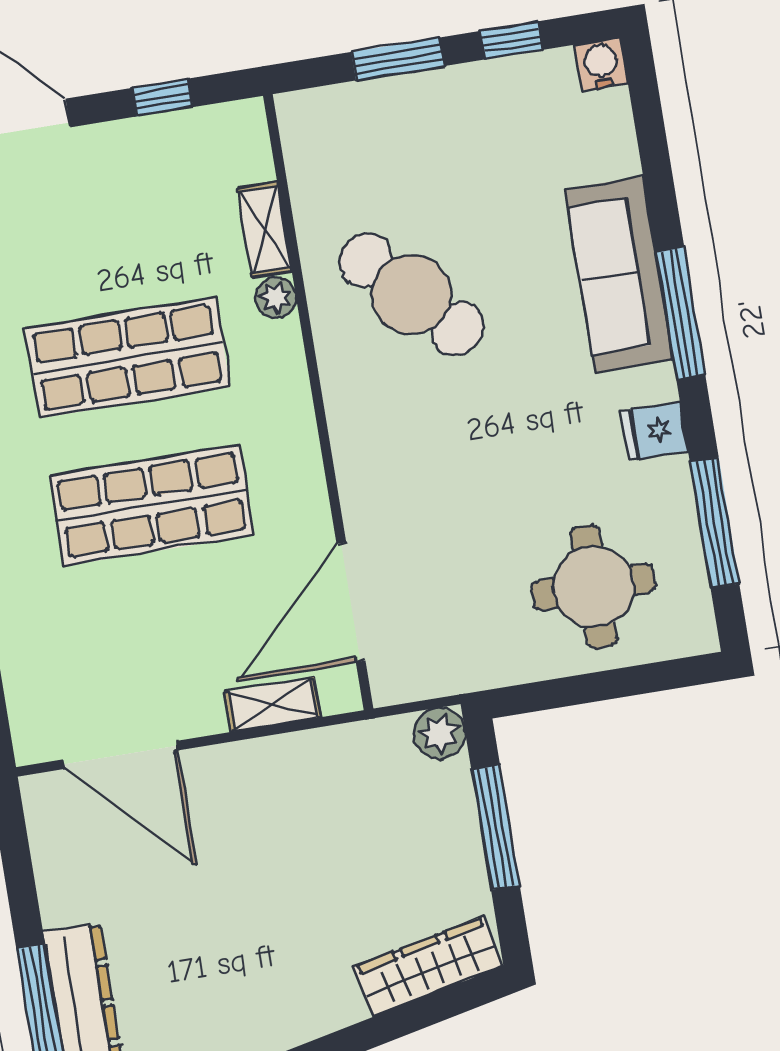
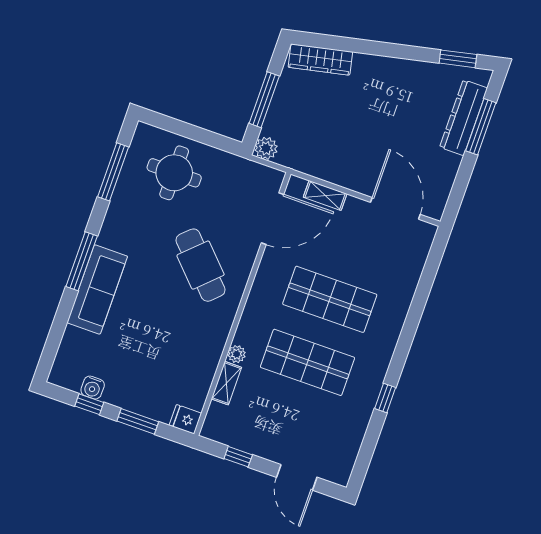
water cooler: (601, 64) -> (93, 388), moved
cafe table: (411, 294) -> (201, 265), moved
fridge: (654, 431) -> (185, 419), moved, turned 180

